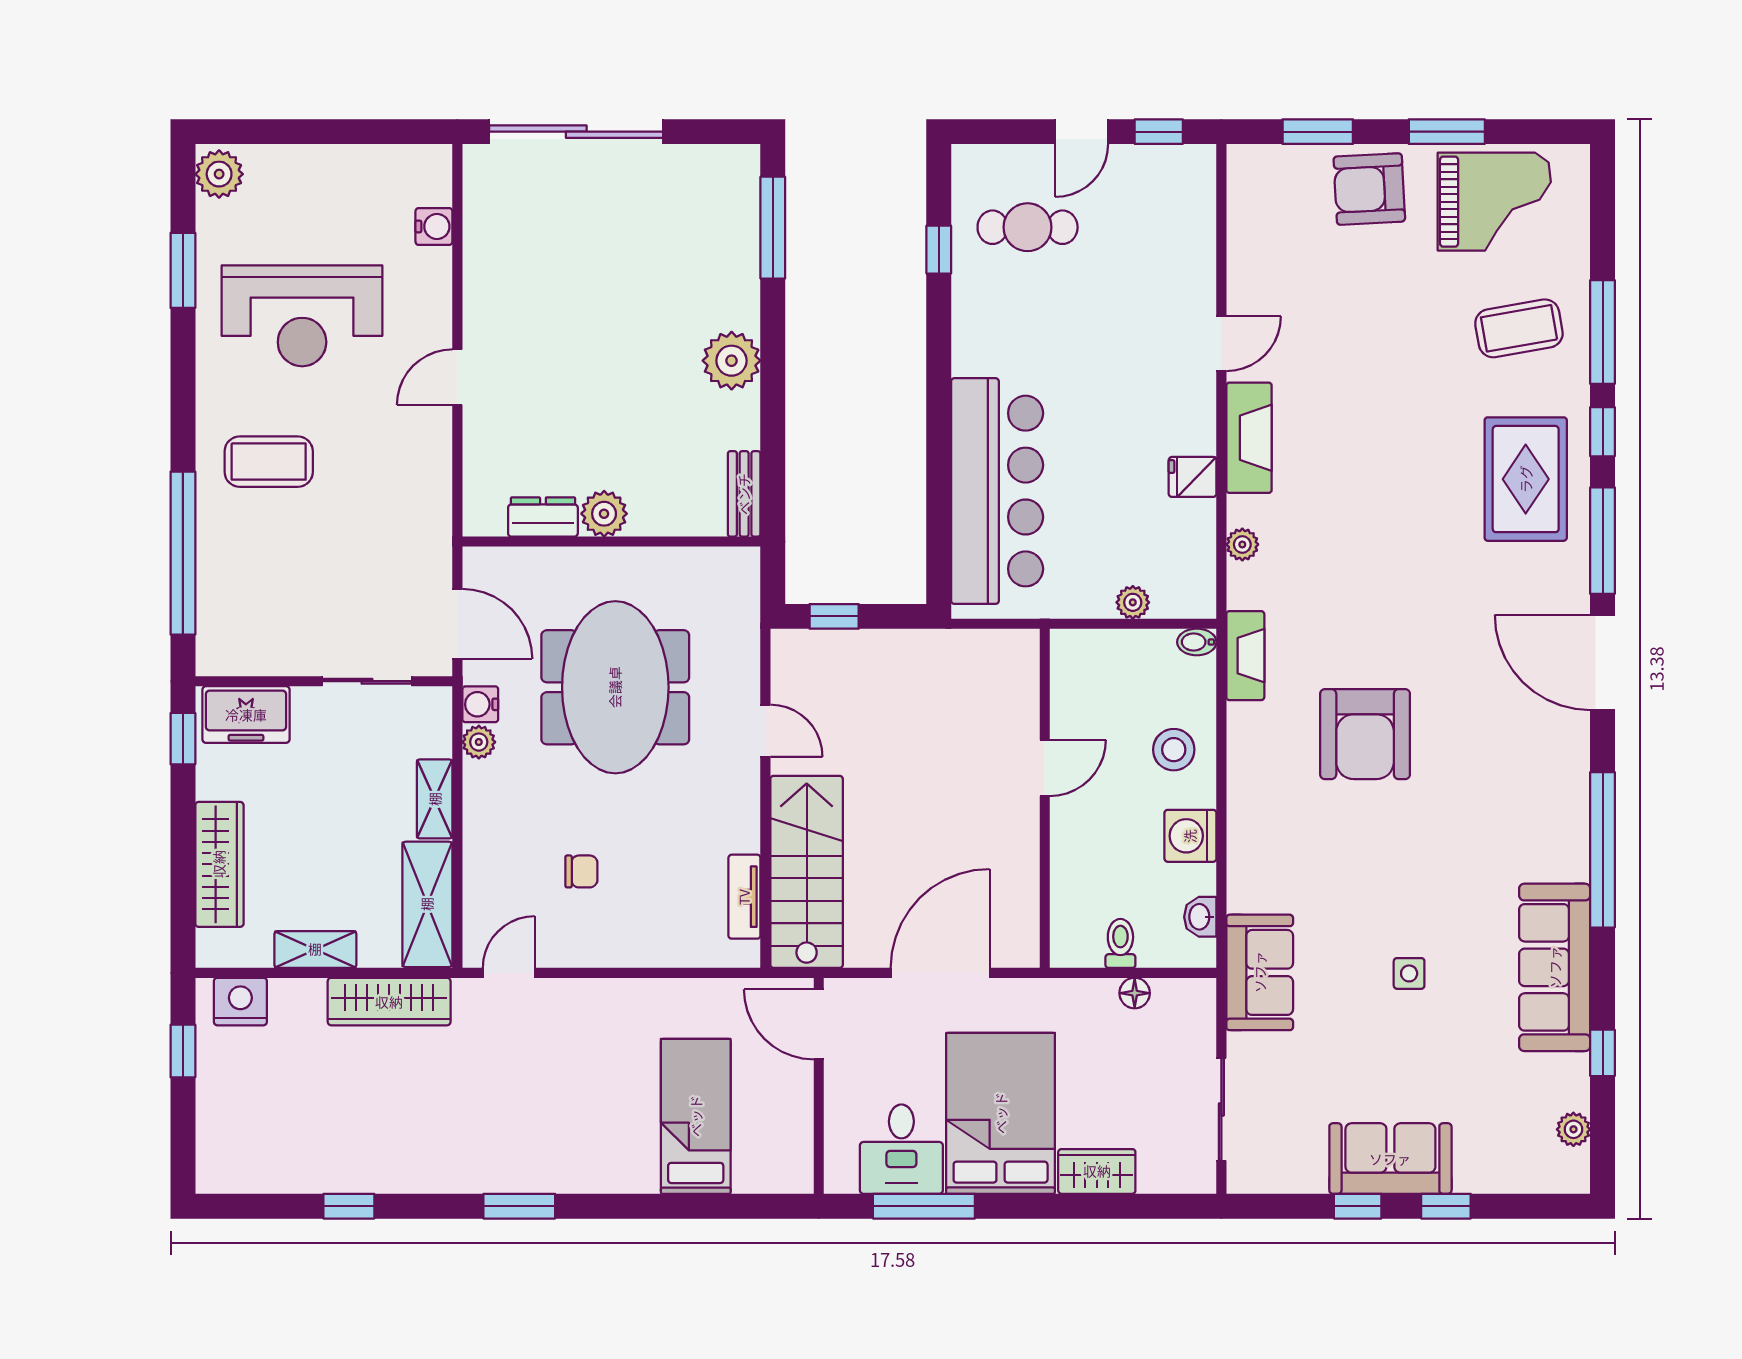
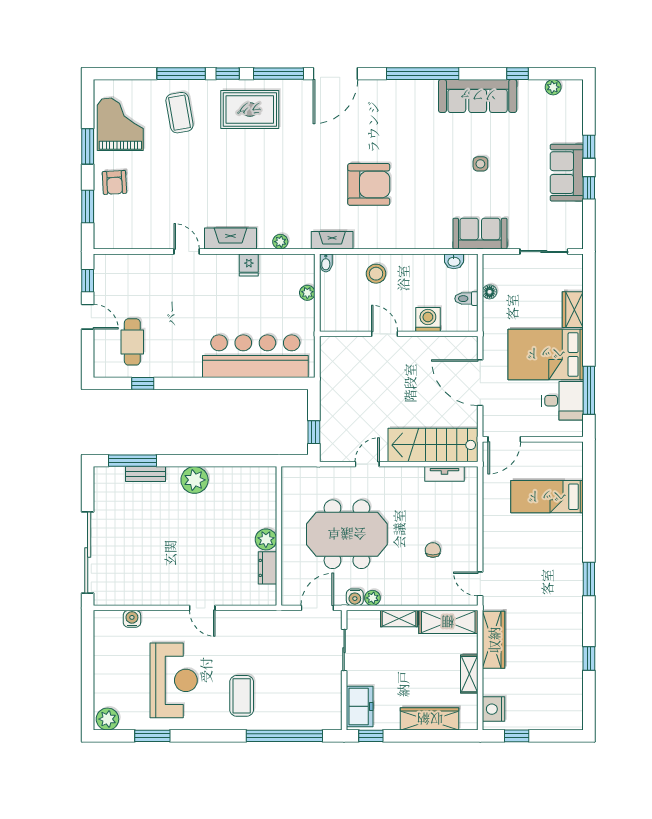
armchair: (1369, 189) -> (114, 182), width x0.72, depth x0.72
bench: (744, 494) -> (145, 474), moved
washing machine: (1190, 836) -> (428, 319), moved, turned 180

